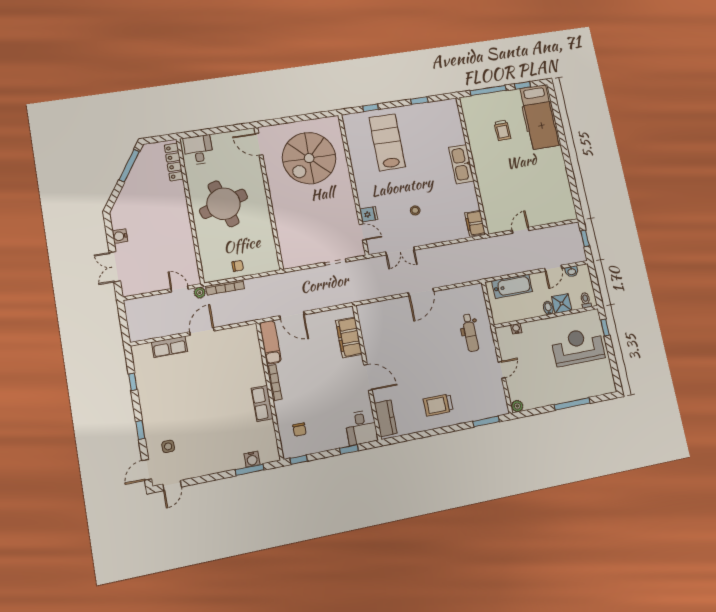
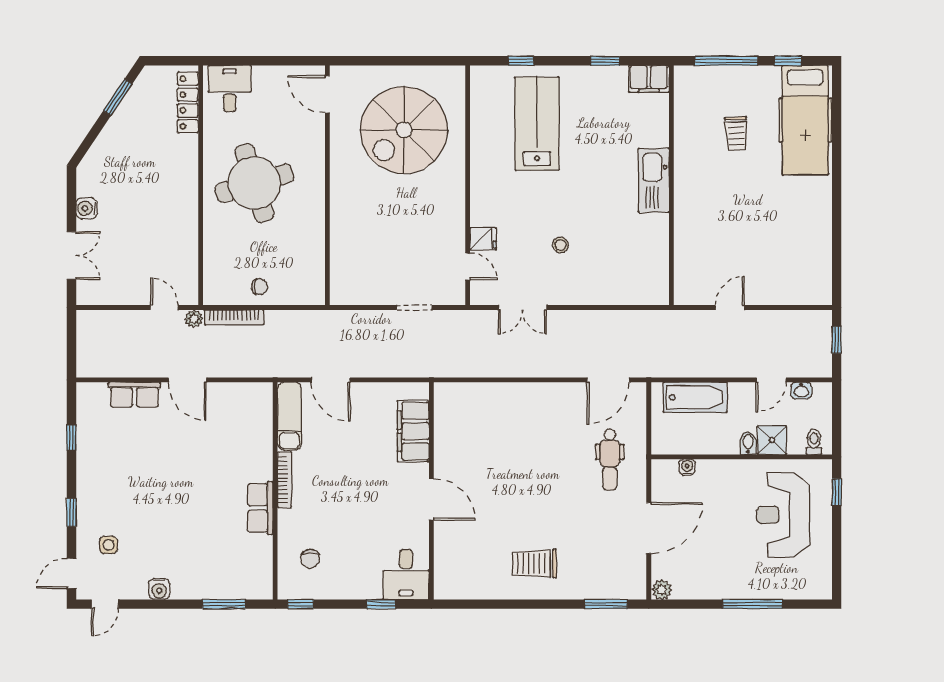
window: (129, 166) -> (118, 97), width x0.69
filing cabinet: (475, 223) -> (649, 79), moved, turned -90
double door: (115, 267) -> (71, 255), swing flipped
door: (421, 292) -> (608, 380), moved
door: (202, 331) -> (187, 380), swing flipped
reception desk: (578, 347) -> (783, 515), turned -90
door: (502, 370) -> (649, 528), width x1.88
kitchen counter: (386, 418) -> (447, 568), removed
water cooler: (252, 459) -> (159, 589), moved

